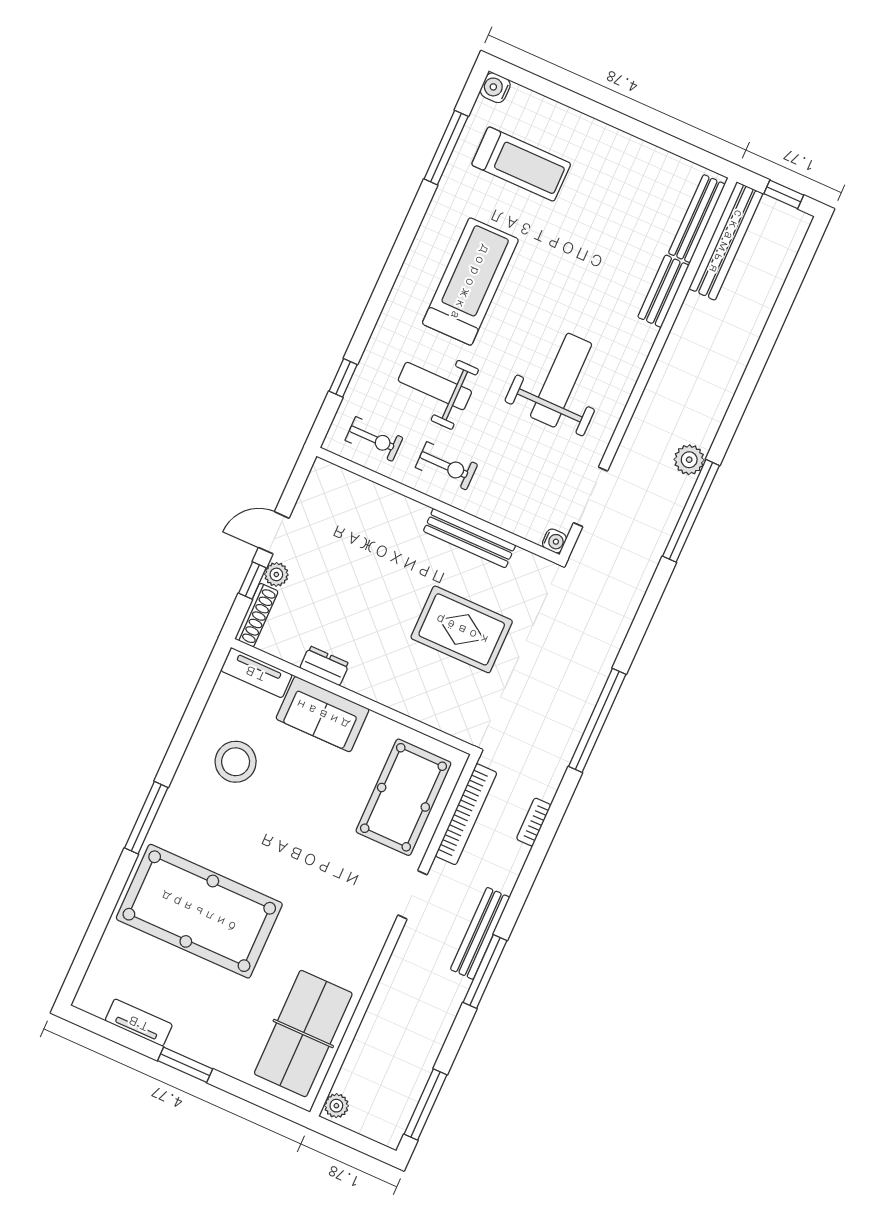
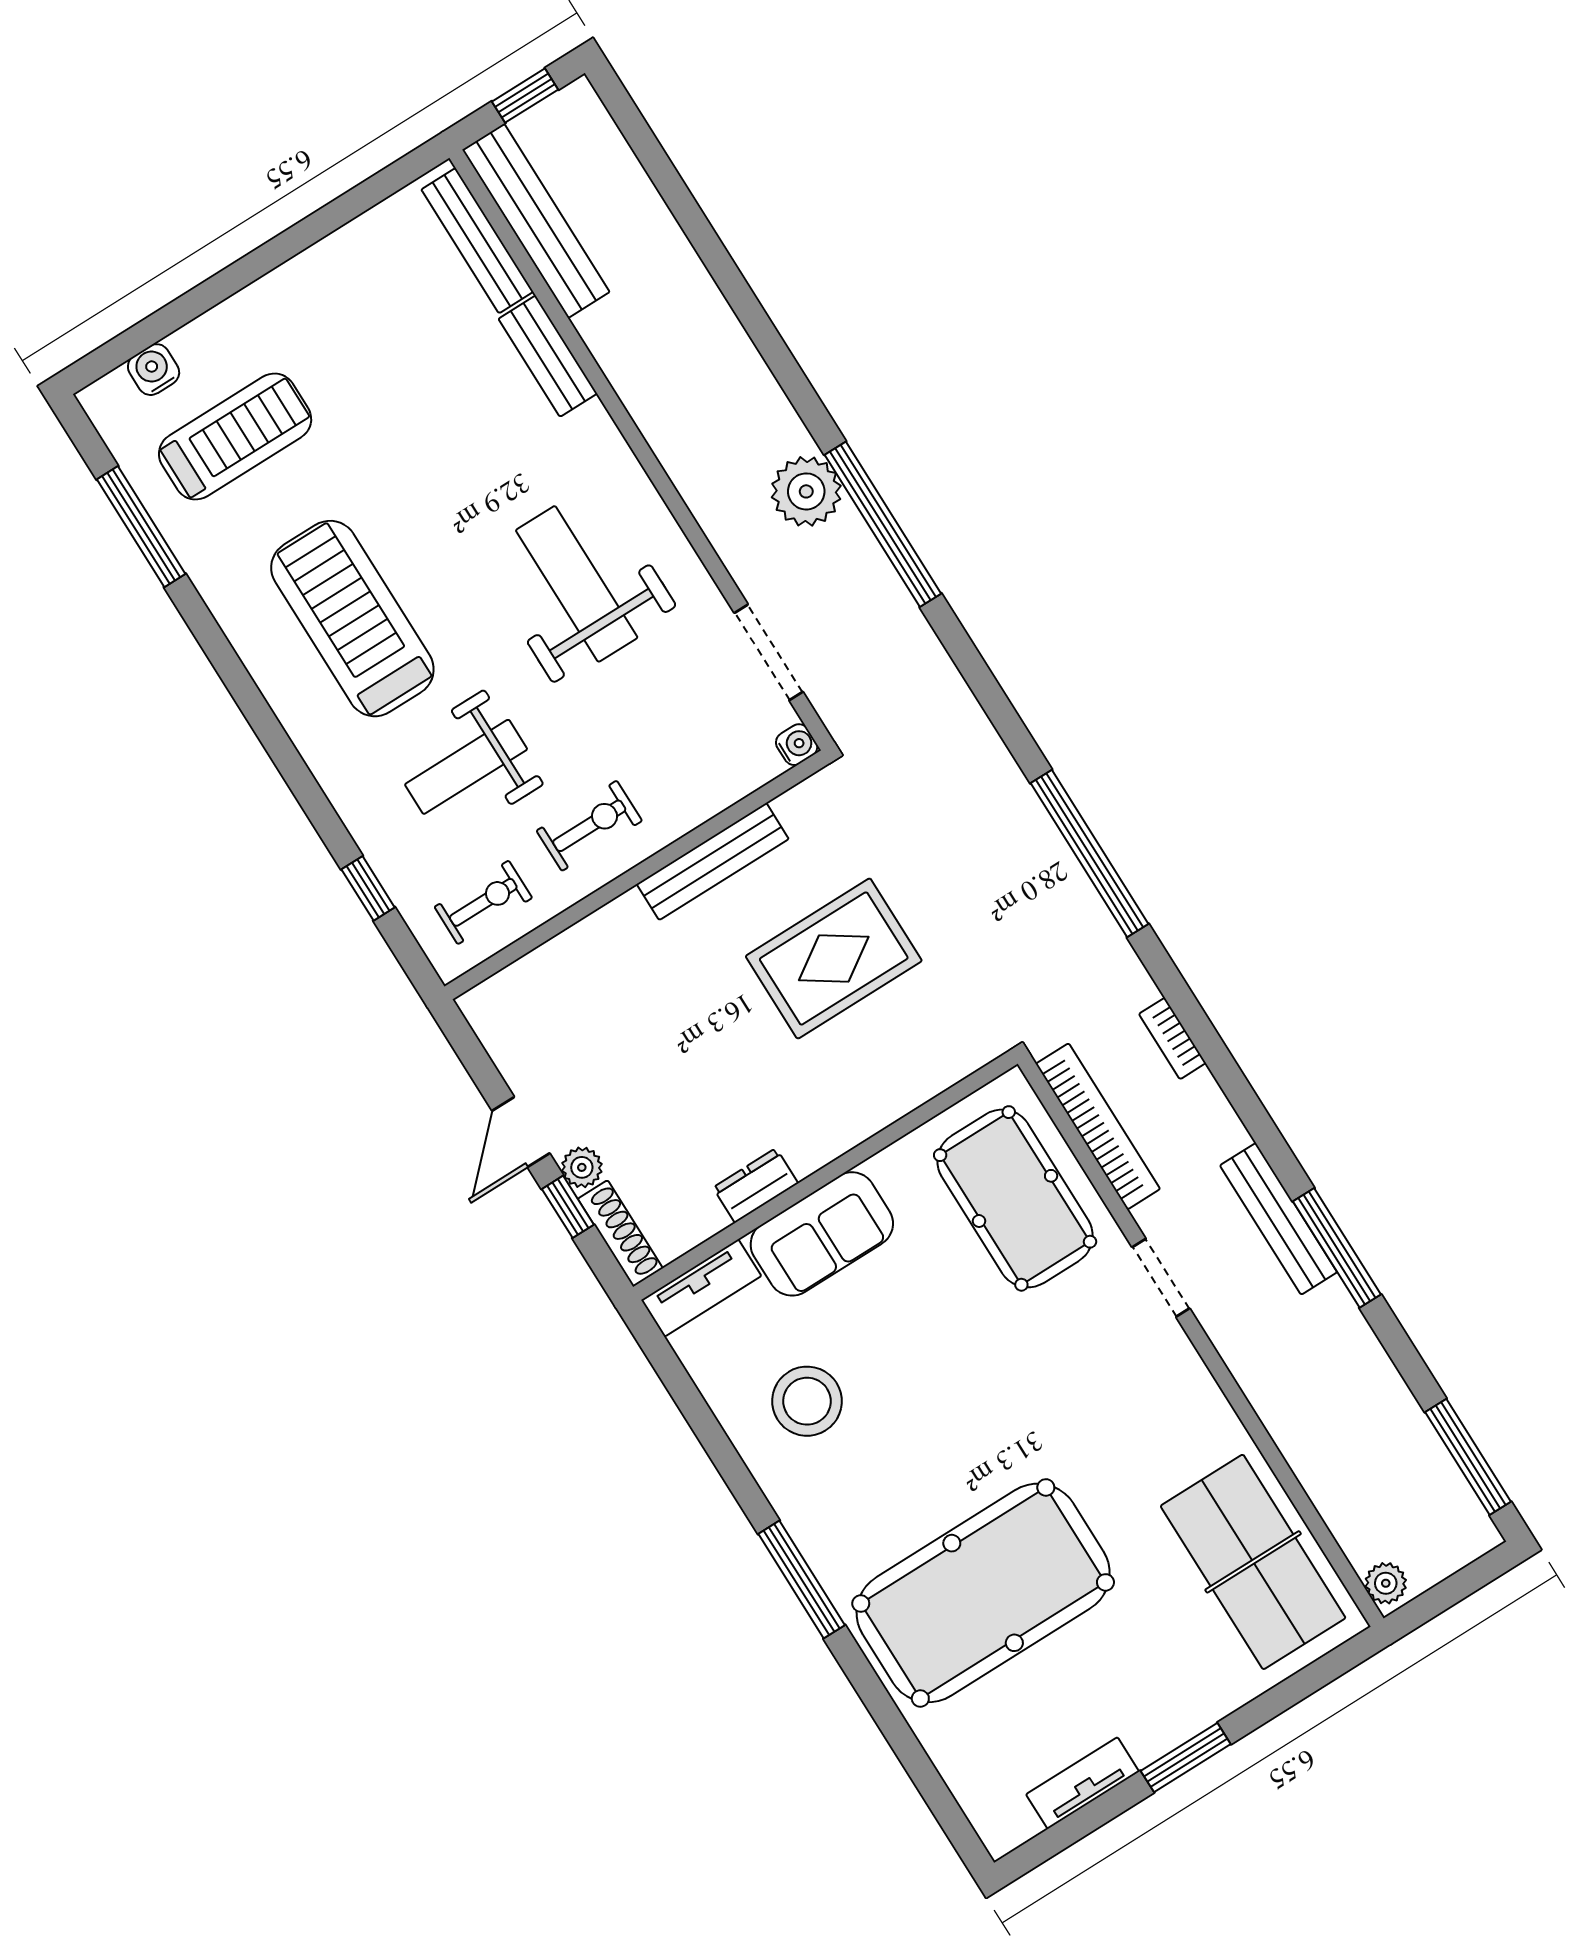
water cooler: (495, 88) -> (154, 370), moved, turned 90
plant: (689, 460) -> (806, 491), width x1.36, depth x1.36

